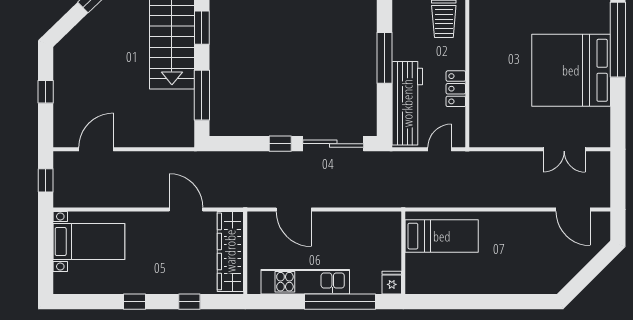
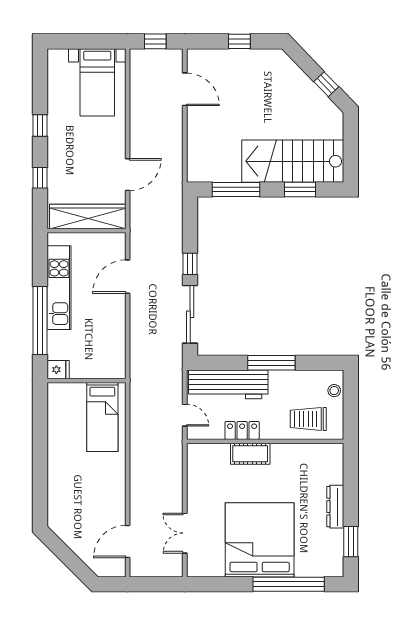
cot: (480, 80) -> (250, 454), added

